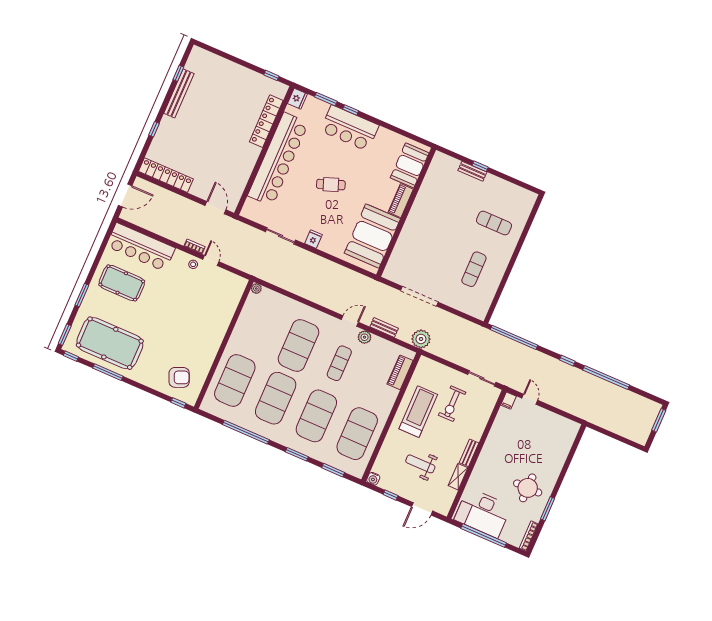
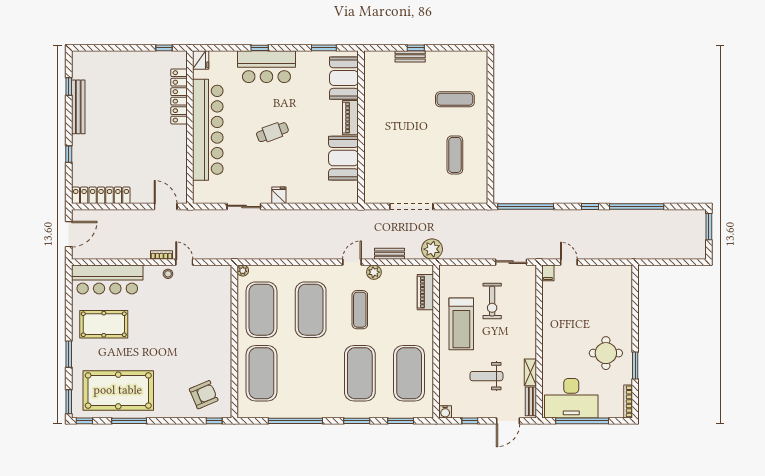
window: (326, 99) -> (324, 48), moved
booth: (372, 236) -> (343, 158), width x0.73, depth x0.70
exercise mat: (276, 398) -> (261, 310), moved
treadmill: (418, 412) -> (461, 324), turned 180
bench: (469, 453) -> (531, 401), moved

